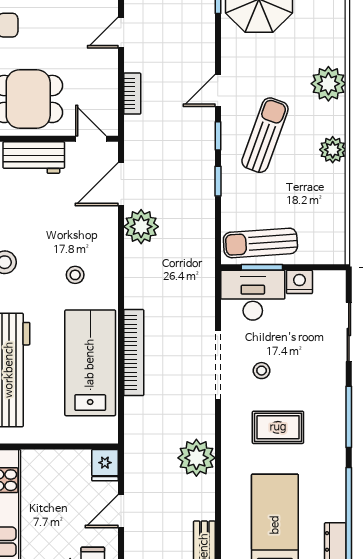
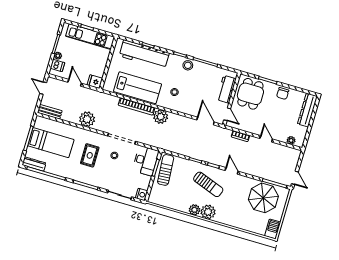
plant: (328, 84) -> (208, 212), moved
door: (91, 139) -> (227, 114), hinge flipped
plant: (141, 227) -> (161, 117), moved
nightstand: (299, 282) -> (141, 194), moved

